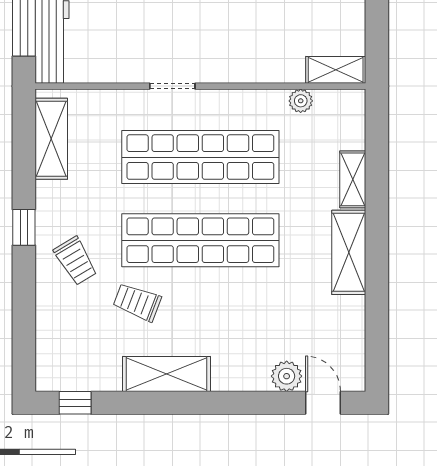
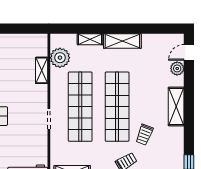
shelving: (336, 70) -> (42, 70), moved
plant: (301, 101) -> (60, 58), width x1.88, depth x1.88
shelving: (167, 374) -> (176, 106), moved

